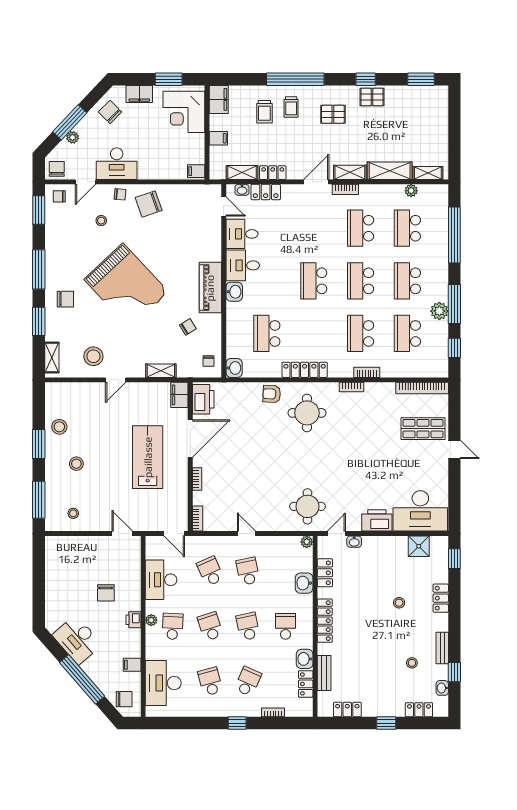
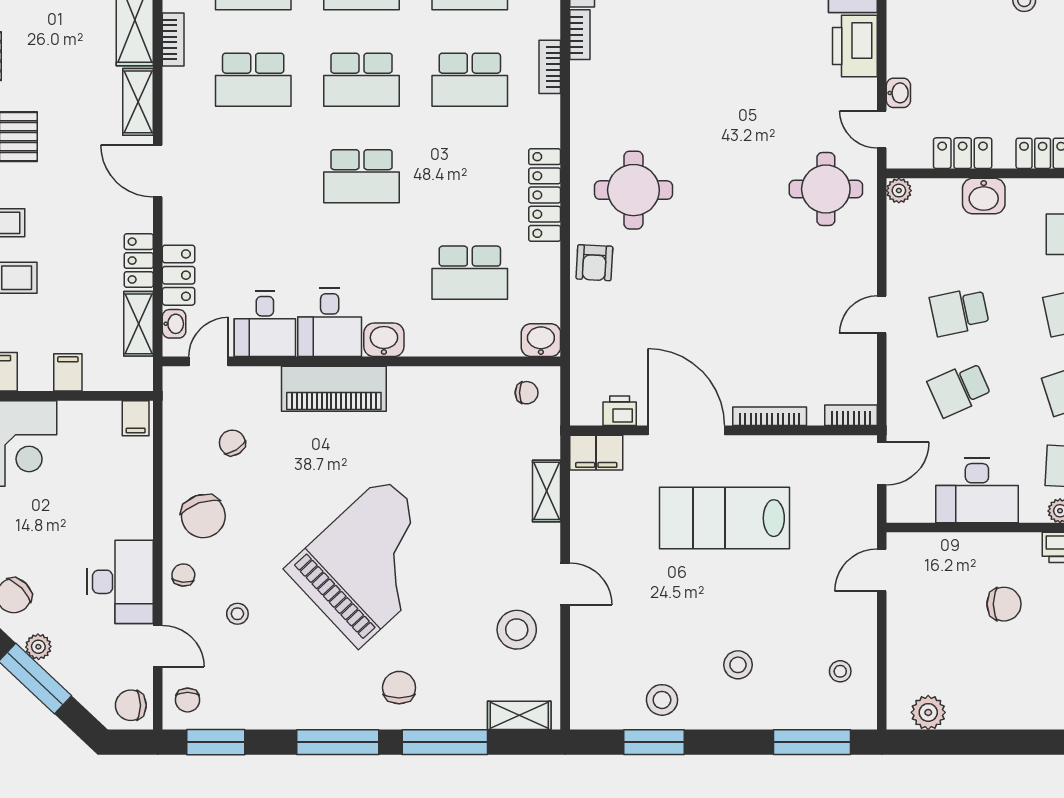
plant: (73, 137) -> (38, 647), moved
bookcase: (345, 189) -> (173, 39), moved
piano: (210, 288) -> (334, 389), moved
window: (39, 321) -> (445, 742), width x1.44
chair: (188, 327) -> (232, 443), moved
bookcase: (351, 387) -> (580, 35), moved
printer: (203, 399) -> (620, 411), width x0.53, depth x0.68
window: (39, 444) -> (654, 742), moved
bookcase: (197, 479) -> (770, 416), width x1.56
plant: (53, 556) -> (928, 712), added

